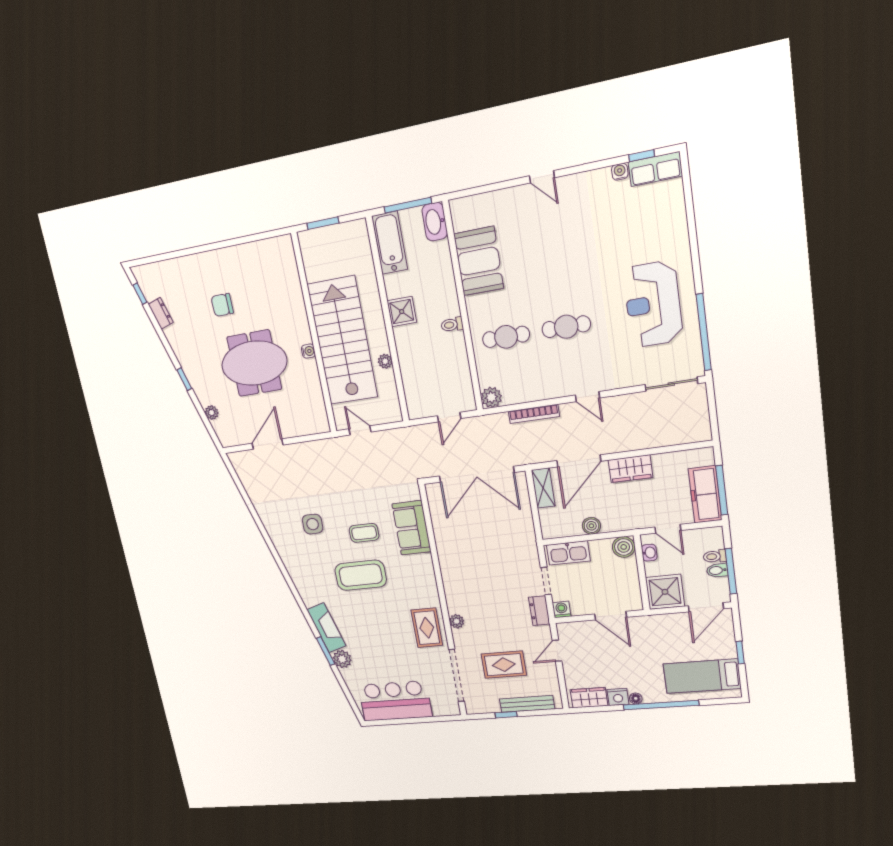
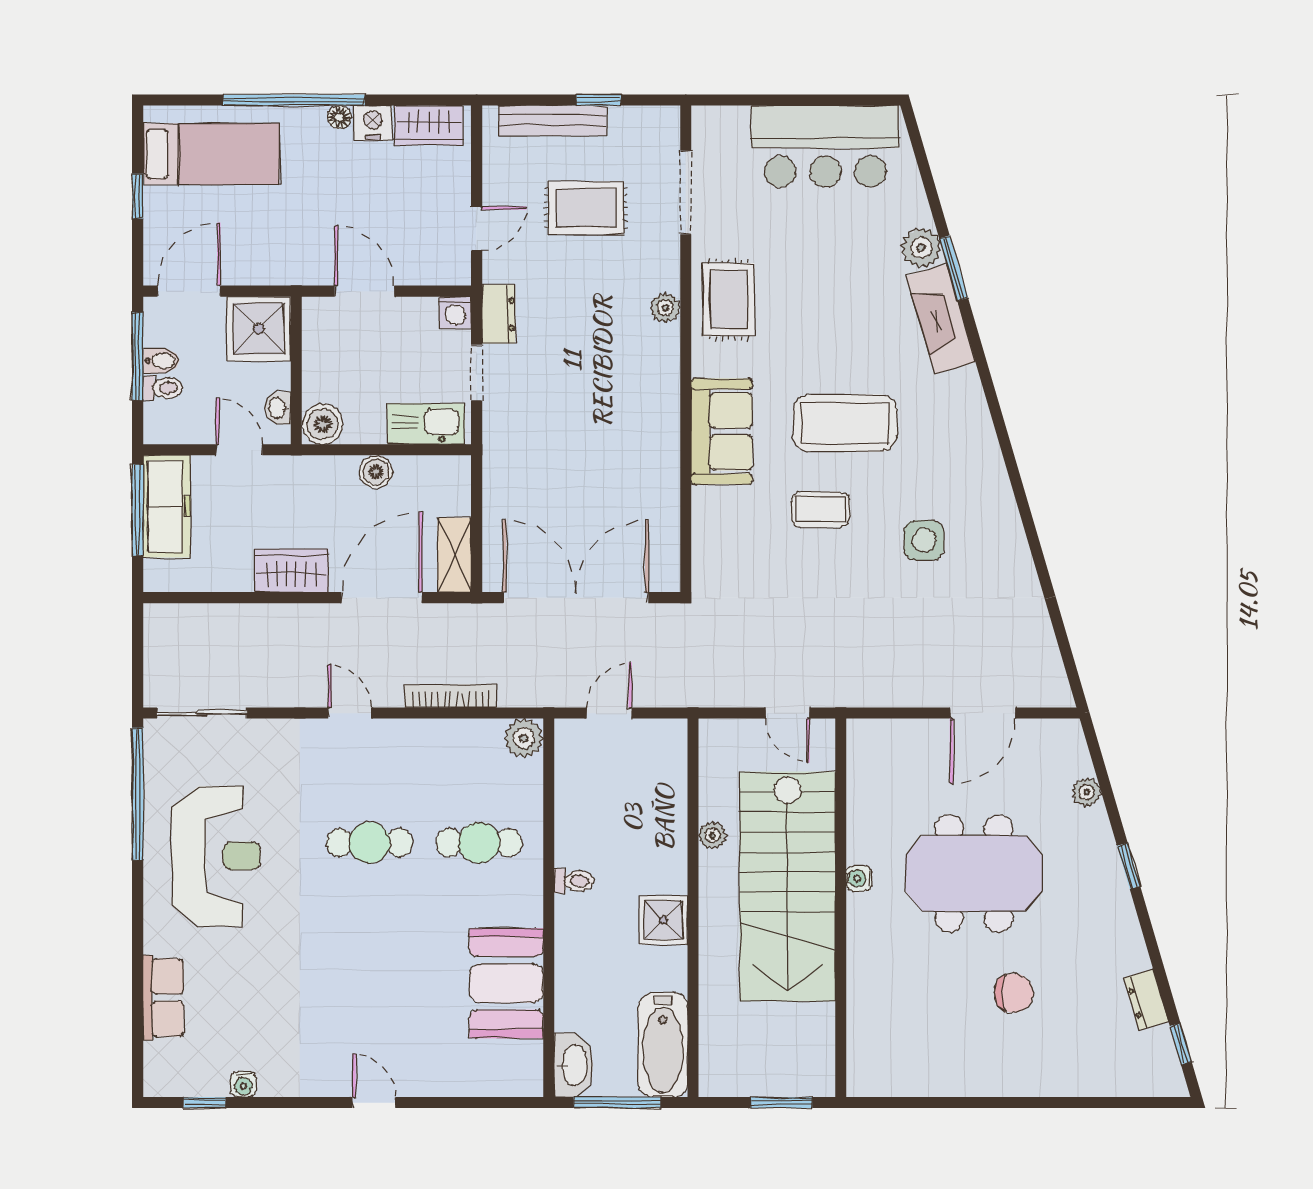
row of seats: (655, 169) -> (163, 998), moved, turned 90
sofa: (411, 528) -> (722, 431), moved
doorway: (457, 675) -> (686, 193), width x0.73

